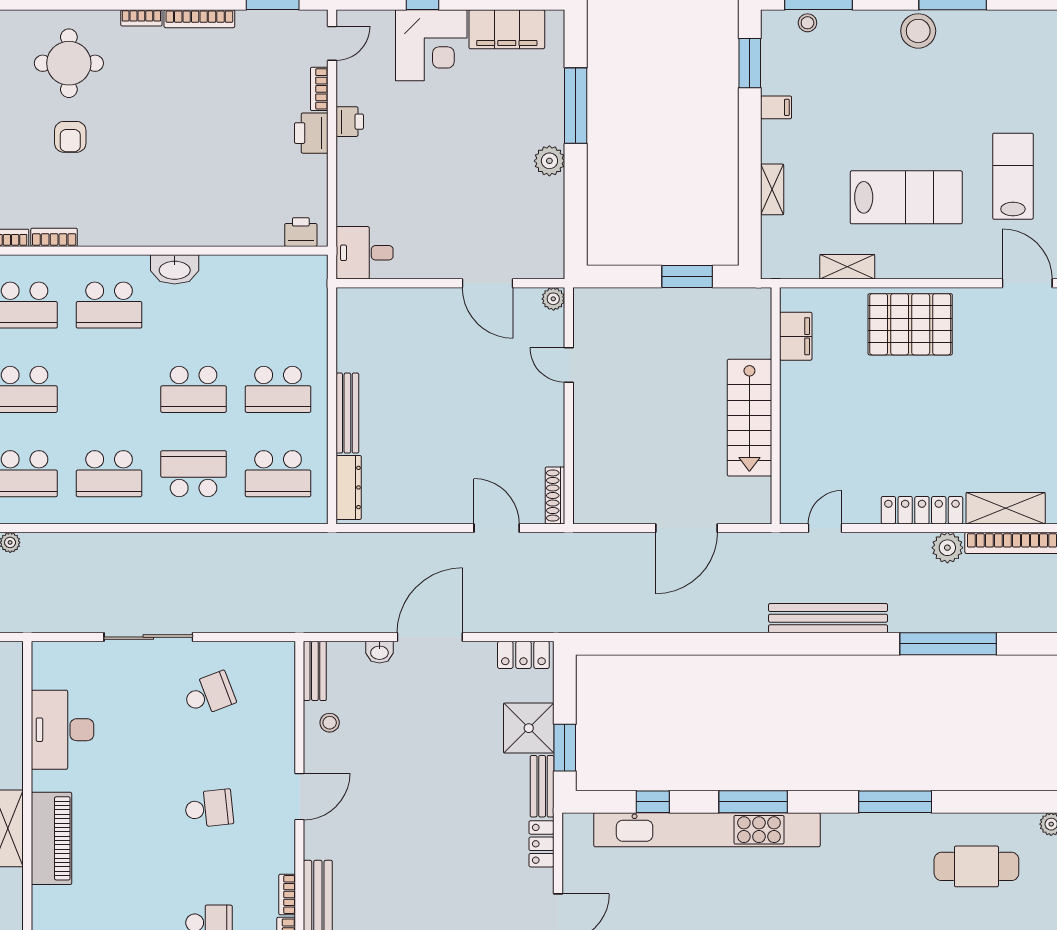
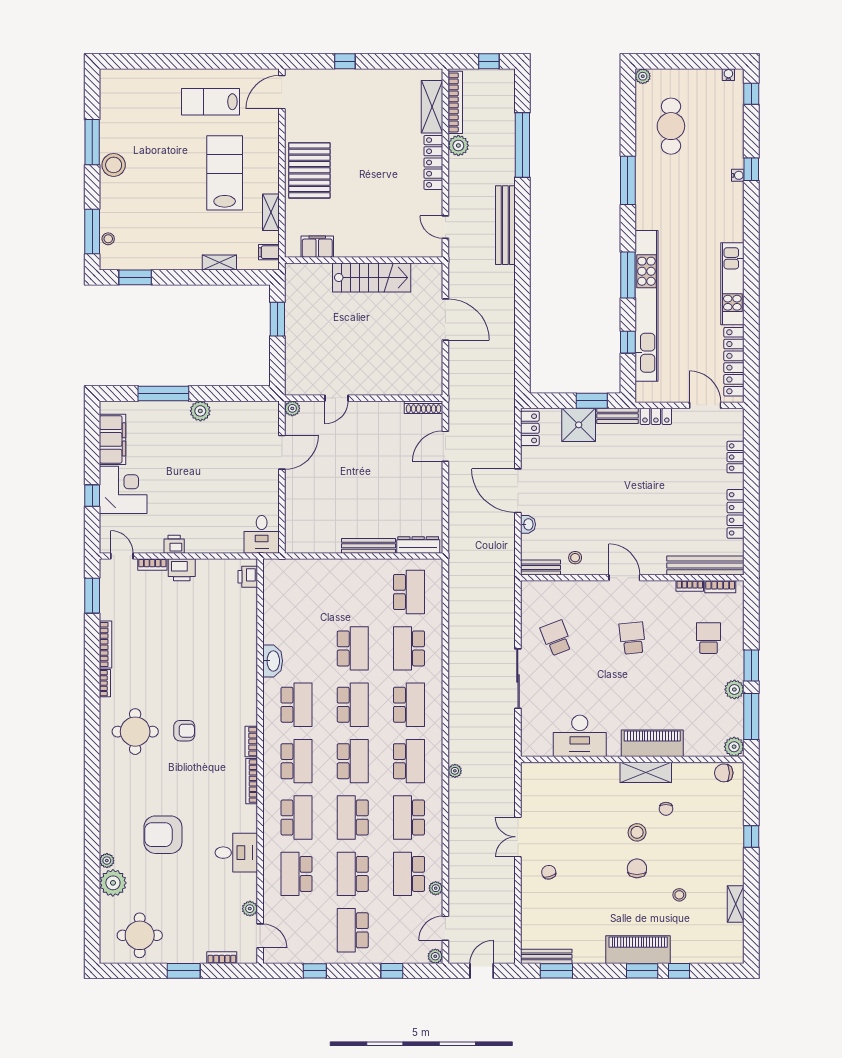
filing cabinet: (776, 107) -> (269, 252), moved, turned -90
school desk: (278, 389) -> (353, 705), moved

